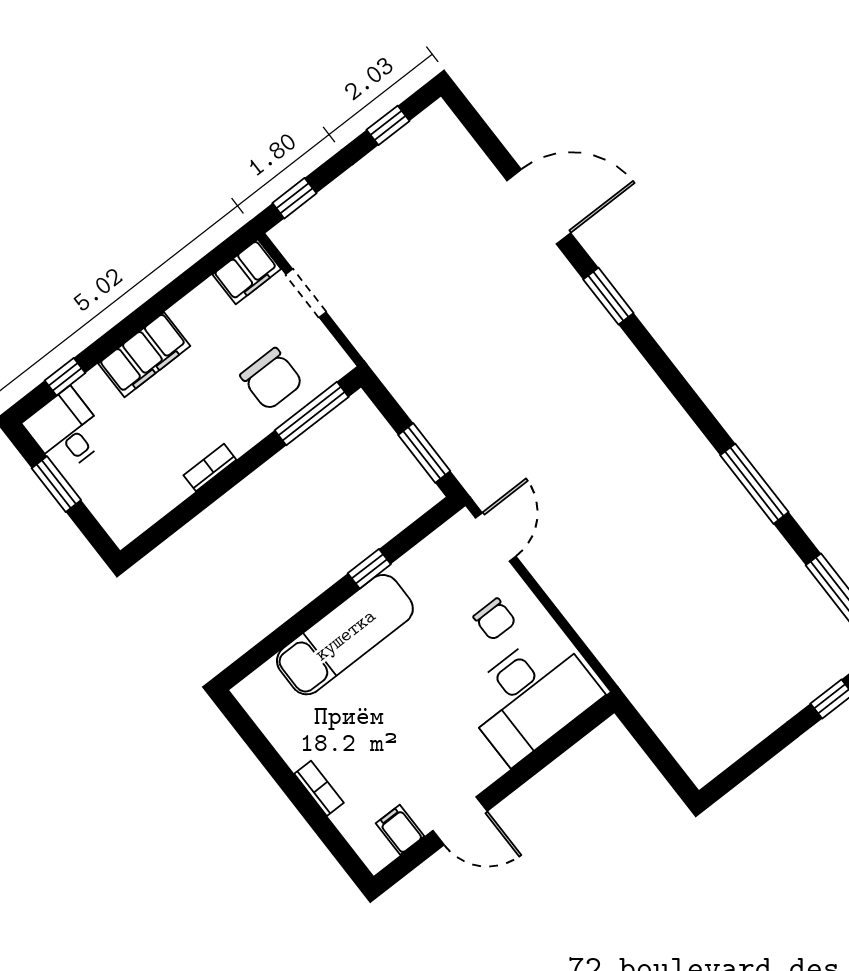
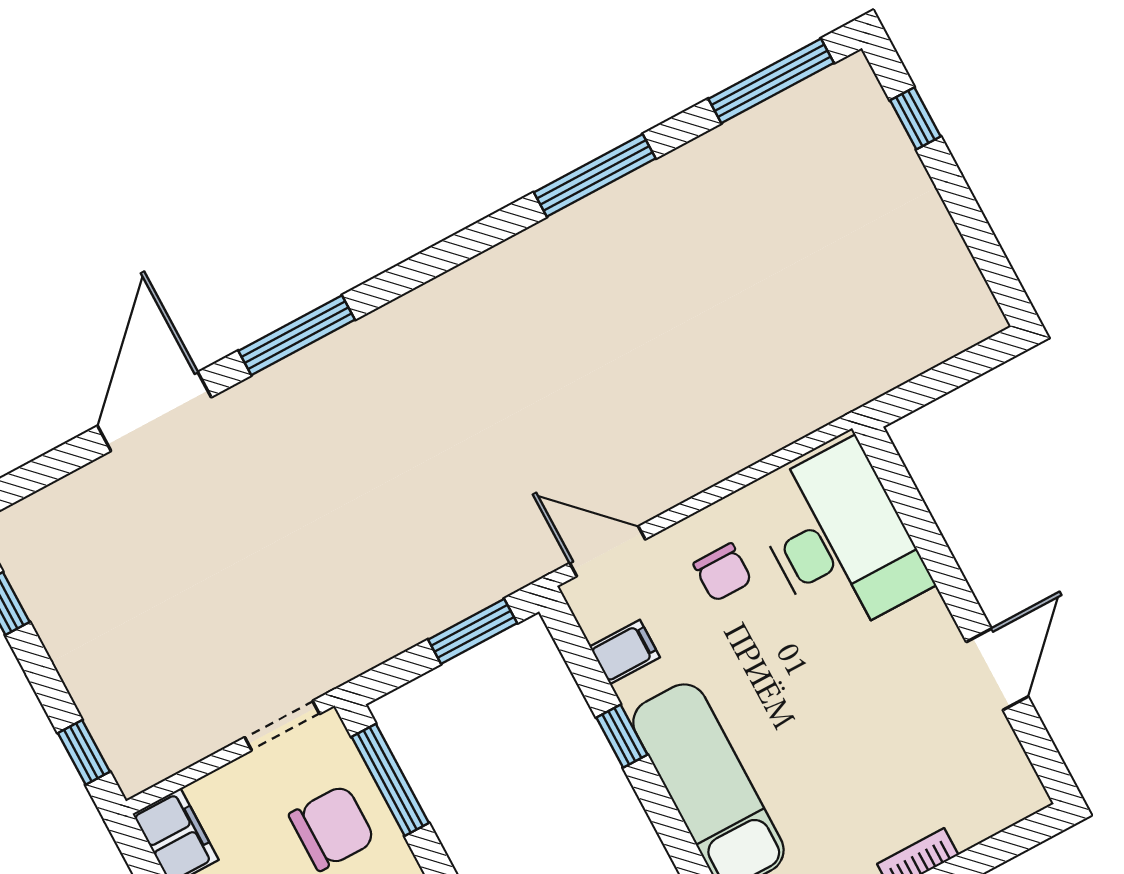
doorway: (306, 293) -> (282, 726), moved
window: (608, 296) -> (297, 335), width x1.44
chair: (495, 619) -> (723, 572), turned 90
filing cabinet: (400, 830) -> (625, 652), moved, turned 180

